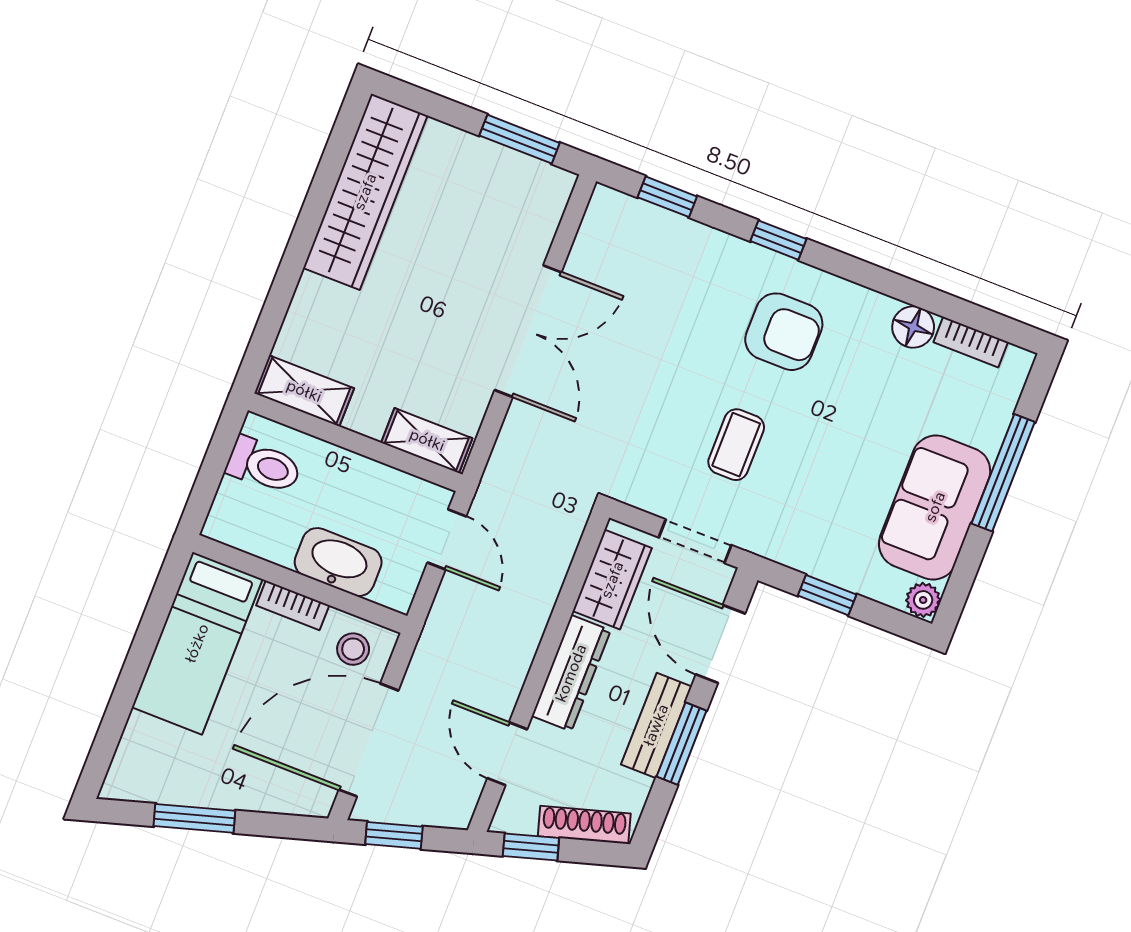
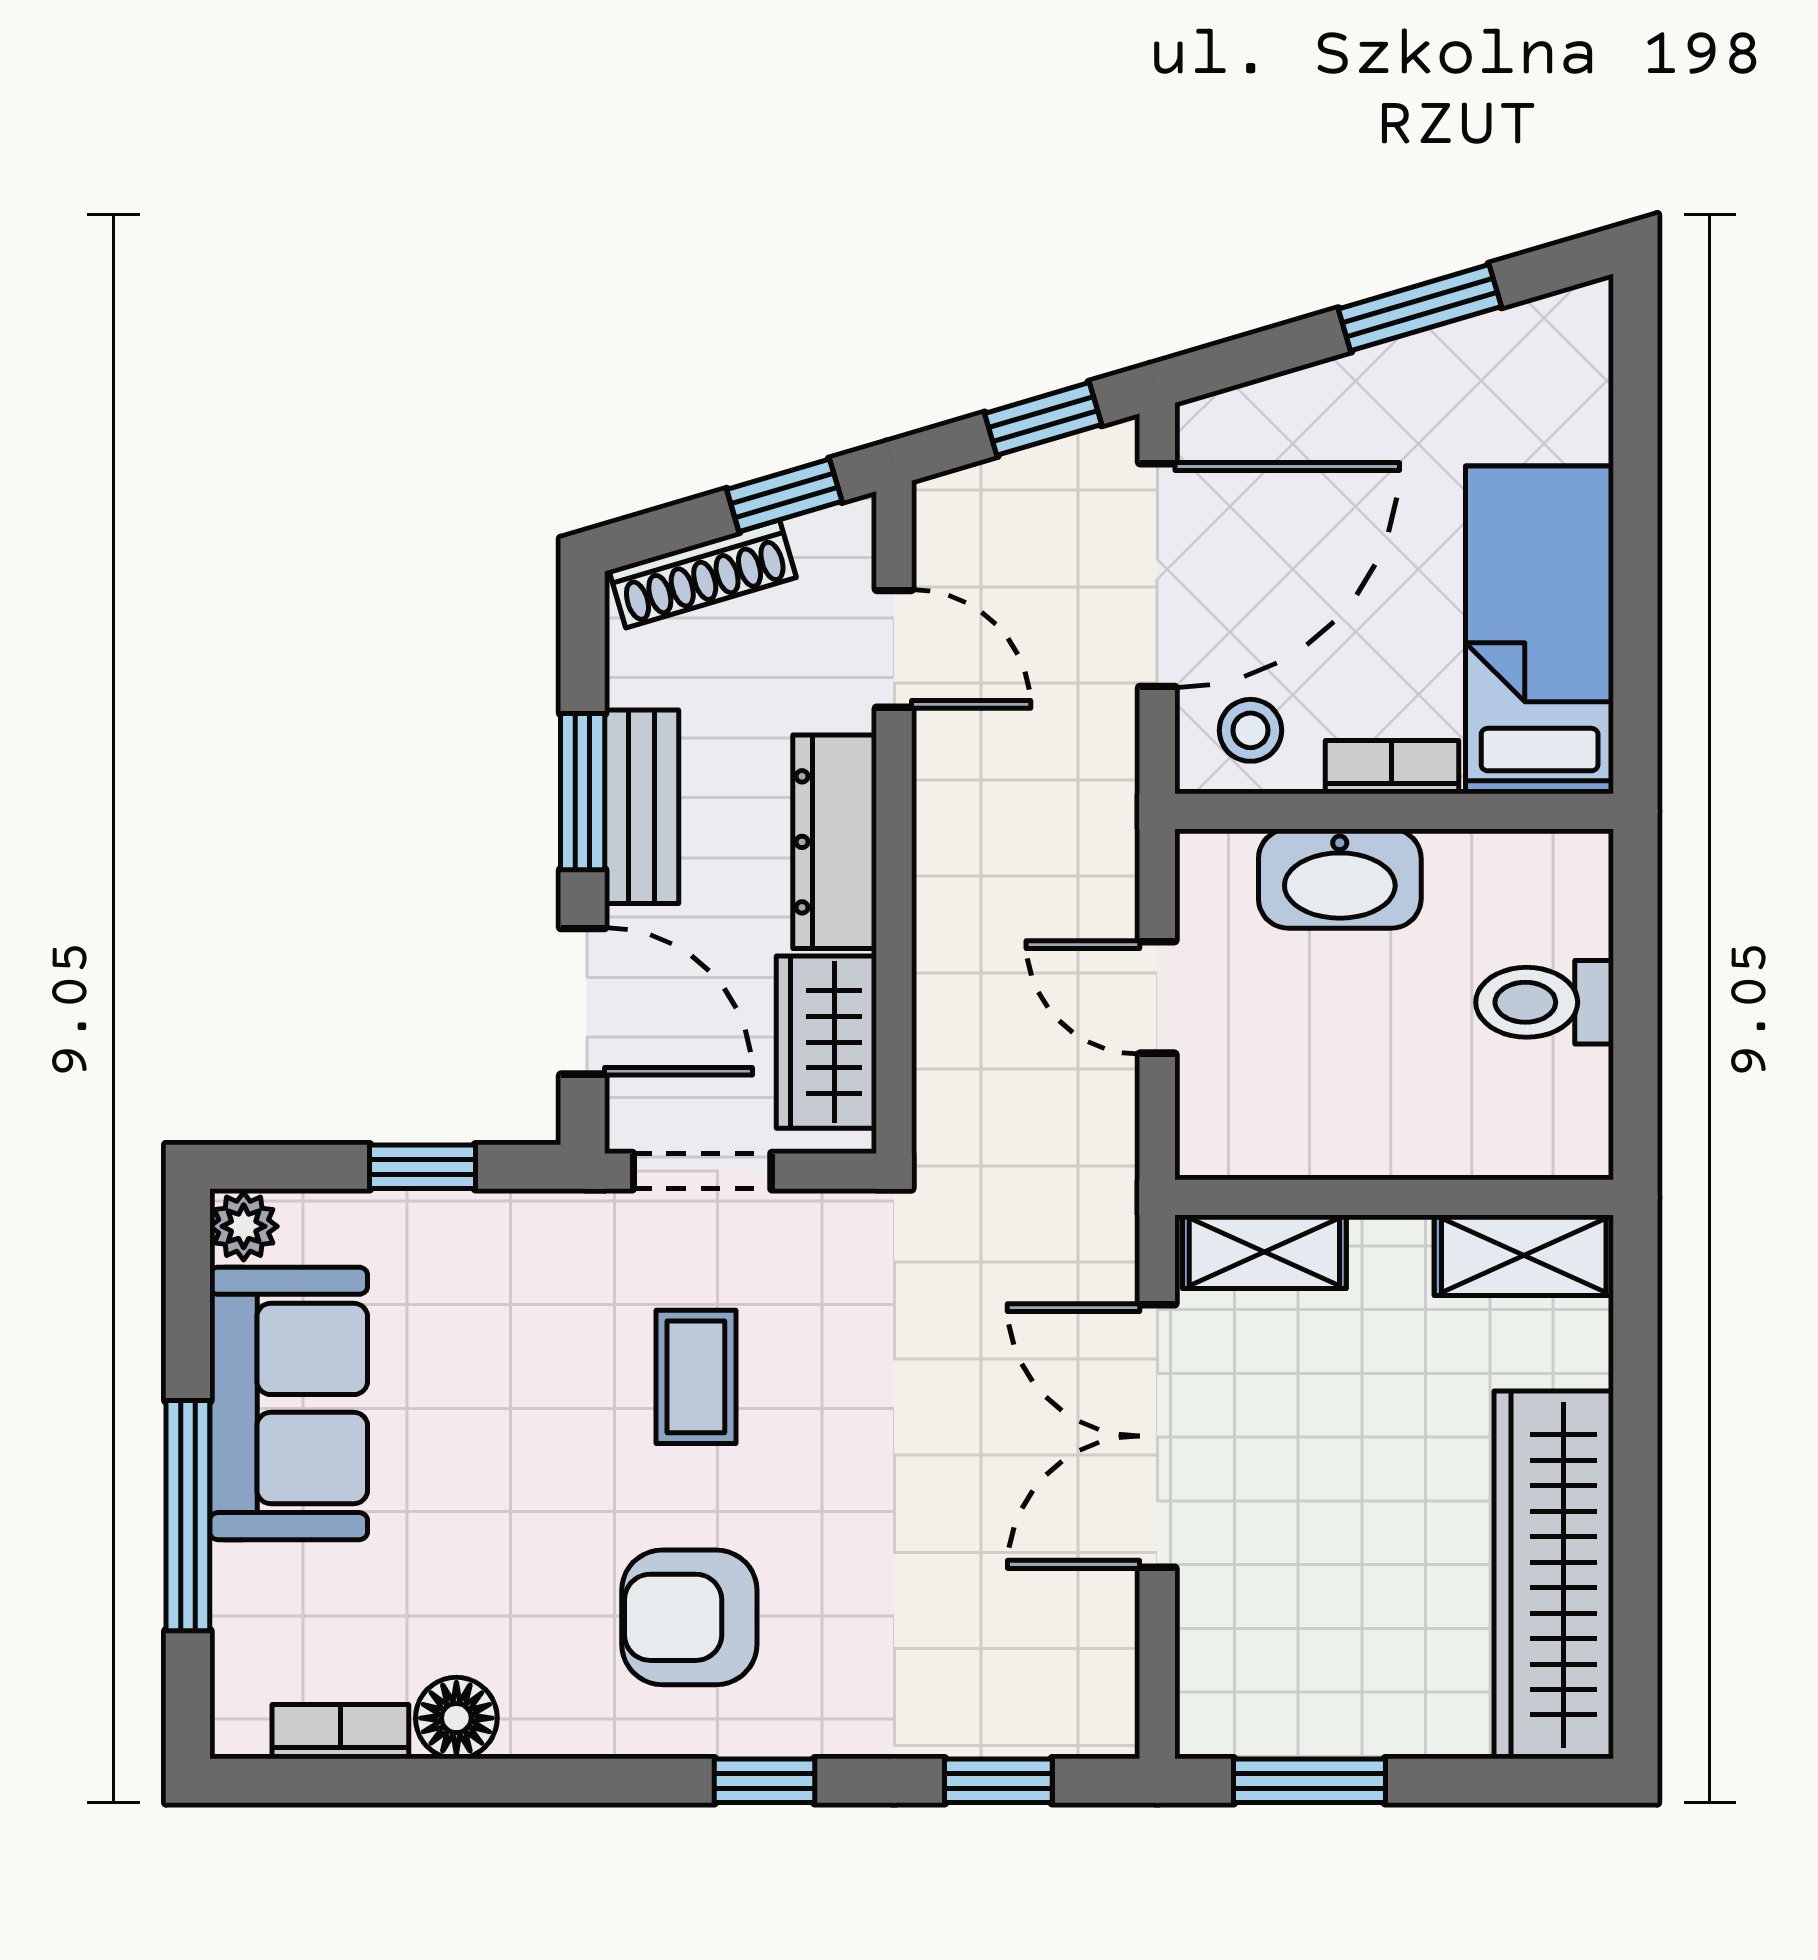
shelving: (304, 391) -> (1524, 1255), moved
shelving: (427, 440) -> (1264, 1252), moved
wall: (355, 442) -> (1394, 1197), moved

